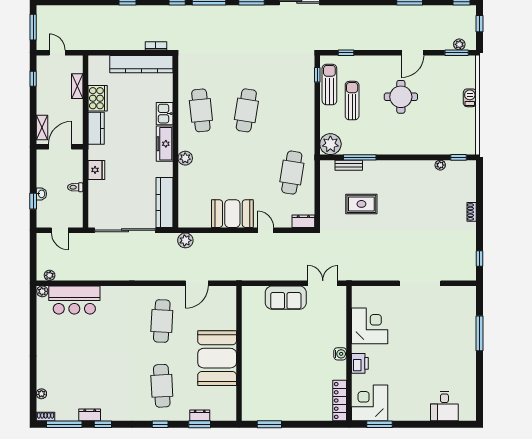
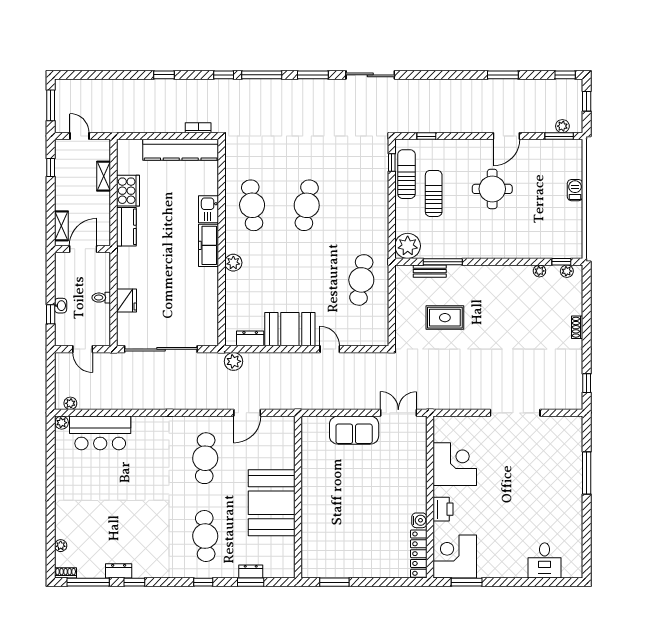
plant: (463, 165) -> (567, 271), added
fridge: (96, 170) -> (127, 300), moved
kitchen counter: (164, 203) -> (208, 316), removed
dresser: (303, 221) -> (250, 338), moved
water cooler: (340, 354) -> (419, 520), moved

